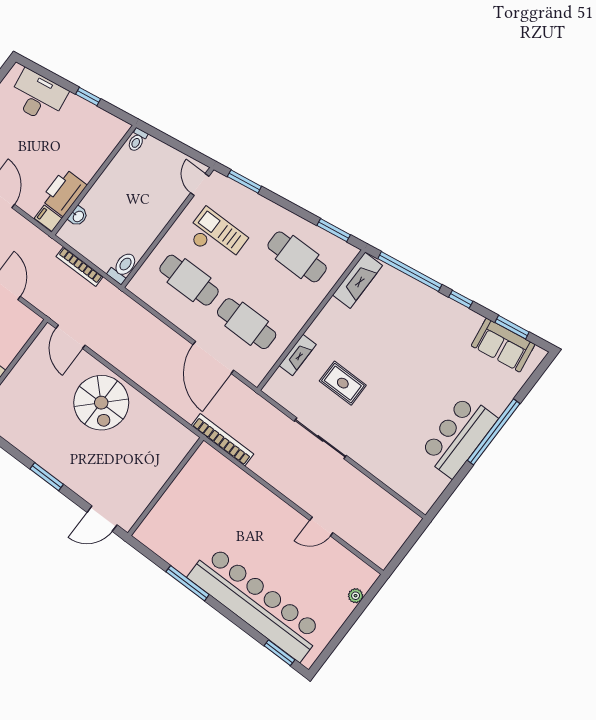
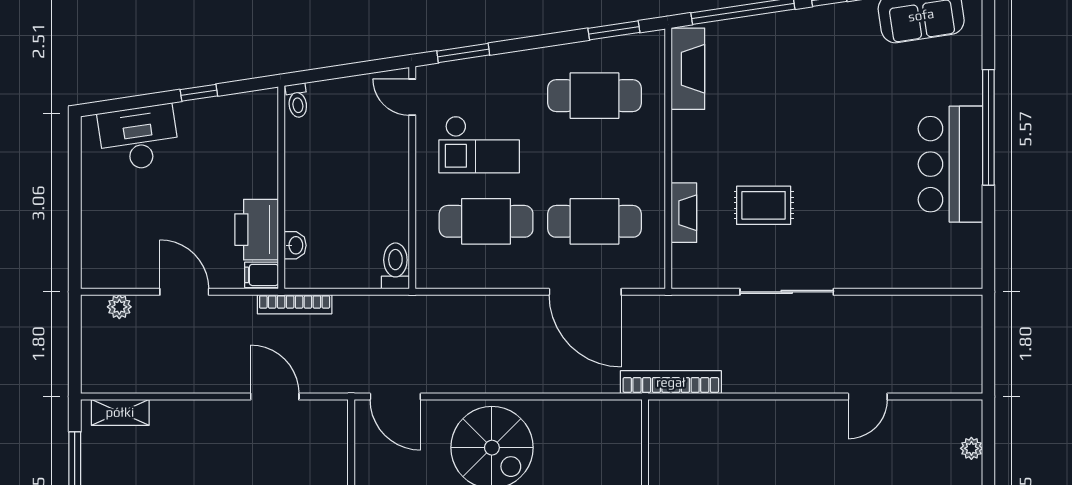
checkout: (216, 237) -> (479, 144), turned 180
bookcase: (80, 267) -> (295, 304), moved

